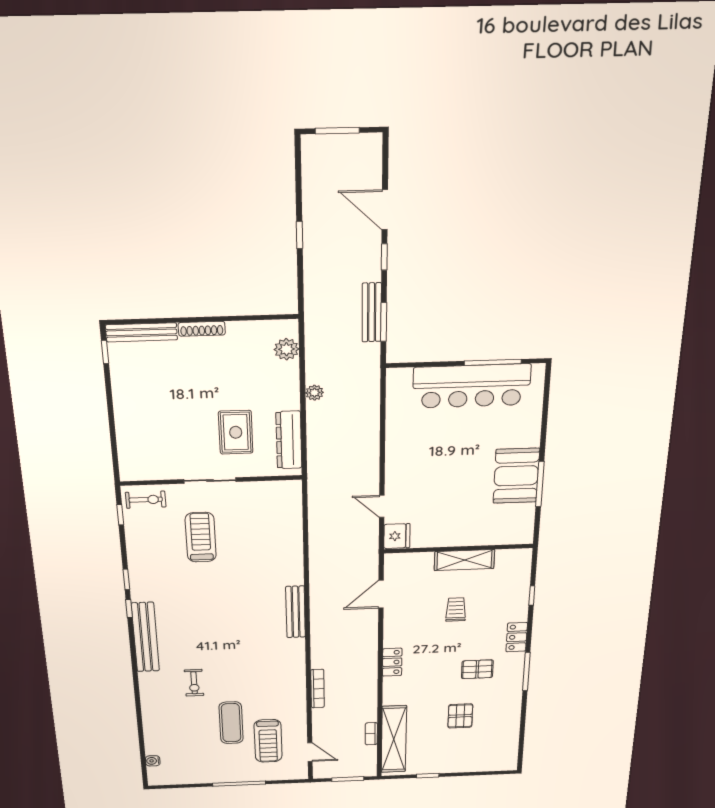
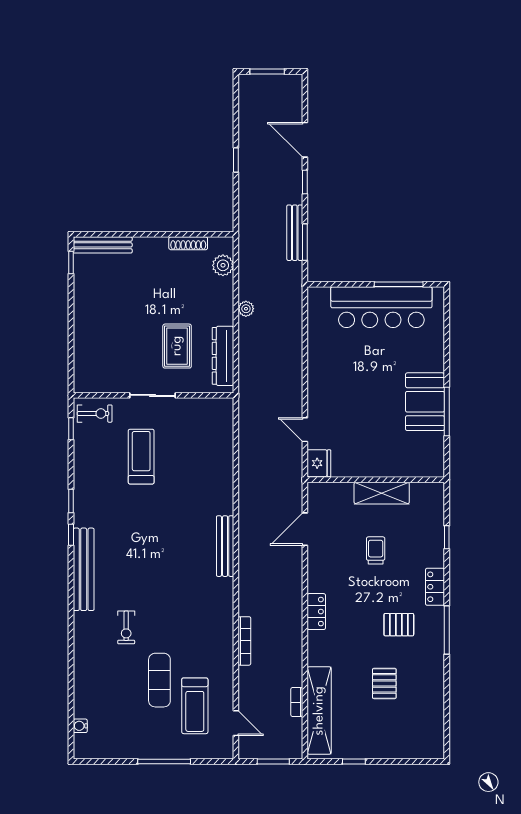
shoe rack: (202, 329) -> (188, 243), moved

